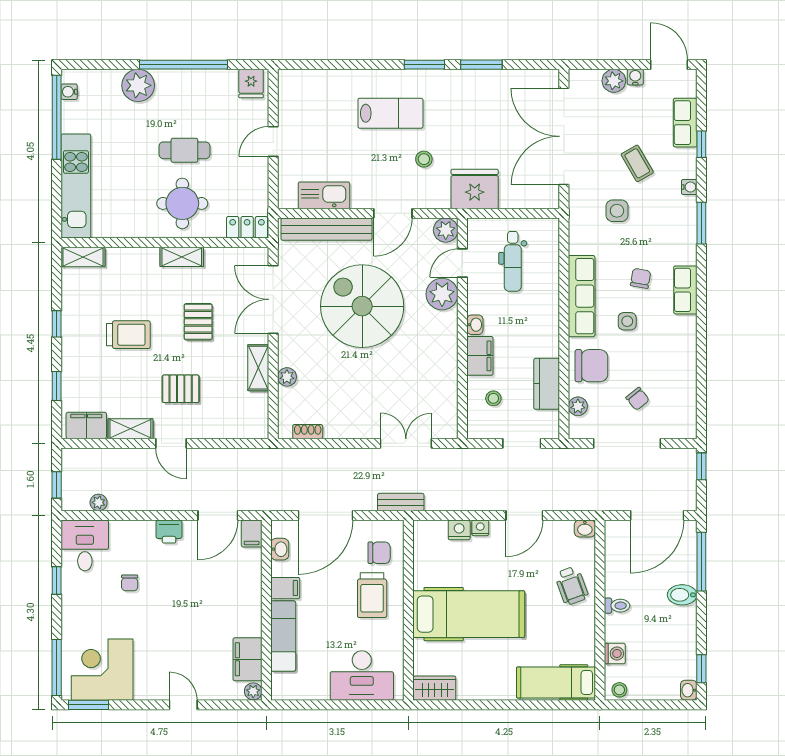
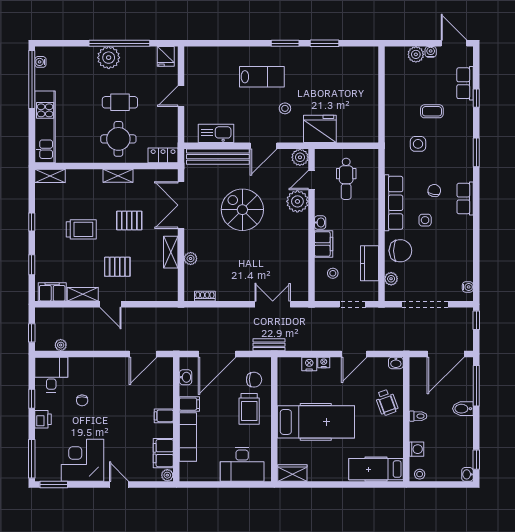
plant: (138, 85) -> (109, 58), moved
double door: (564, 136) -> (381, 93), removed
coffee table: (637, 163) -> (432, 111), turned -60
water cooler: (689, 187) -> (468, 287), moved
spiral stairs: (362, 306) -> (242, 210), width x0.73, depth x0.73
pallet: (198, 322) -> (129, 220), turned 90
chair: (638, 399) -> (432, 274), removed
printer: (169, 532) -> (43, 419), moved, turned -90
filing cabinet: (252, 534) -> (164, 416), moved, turned 90
corner desk: (102, 670) -> (82, 460), moved

